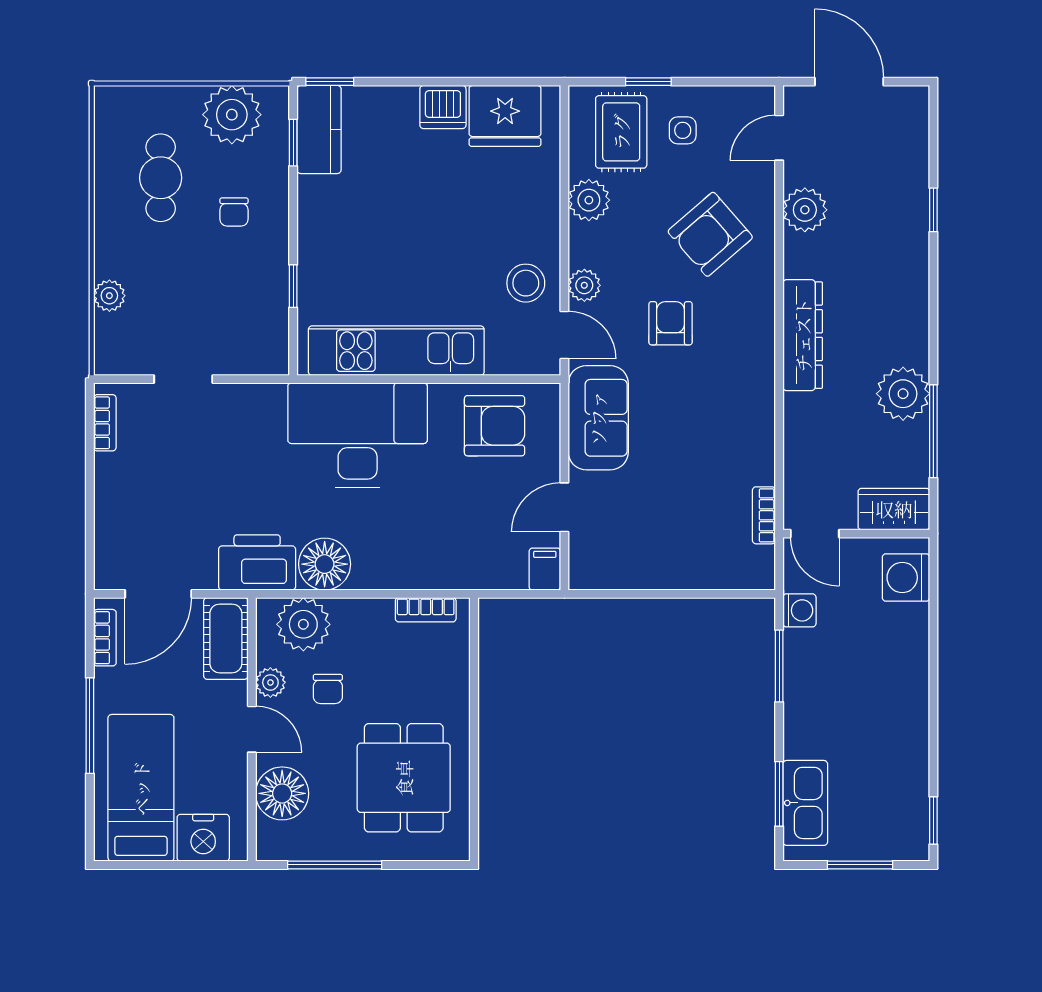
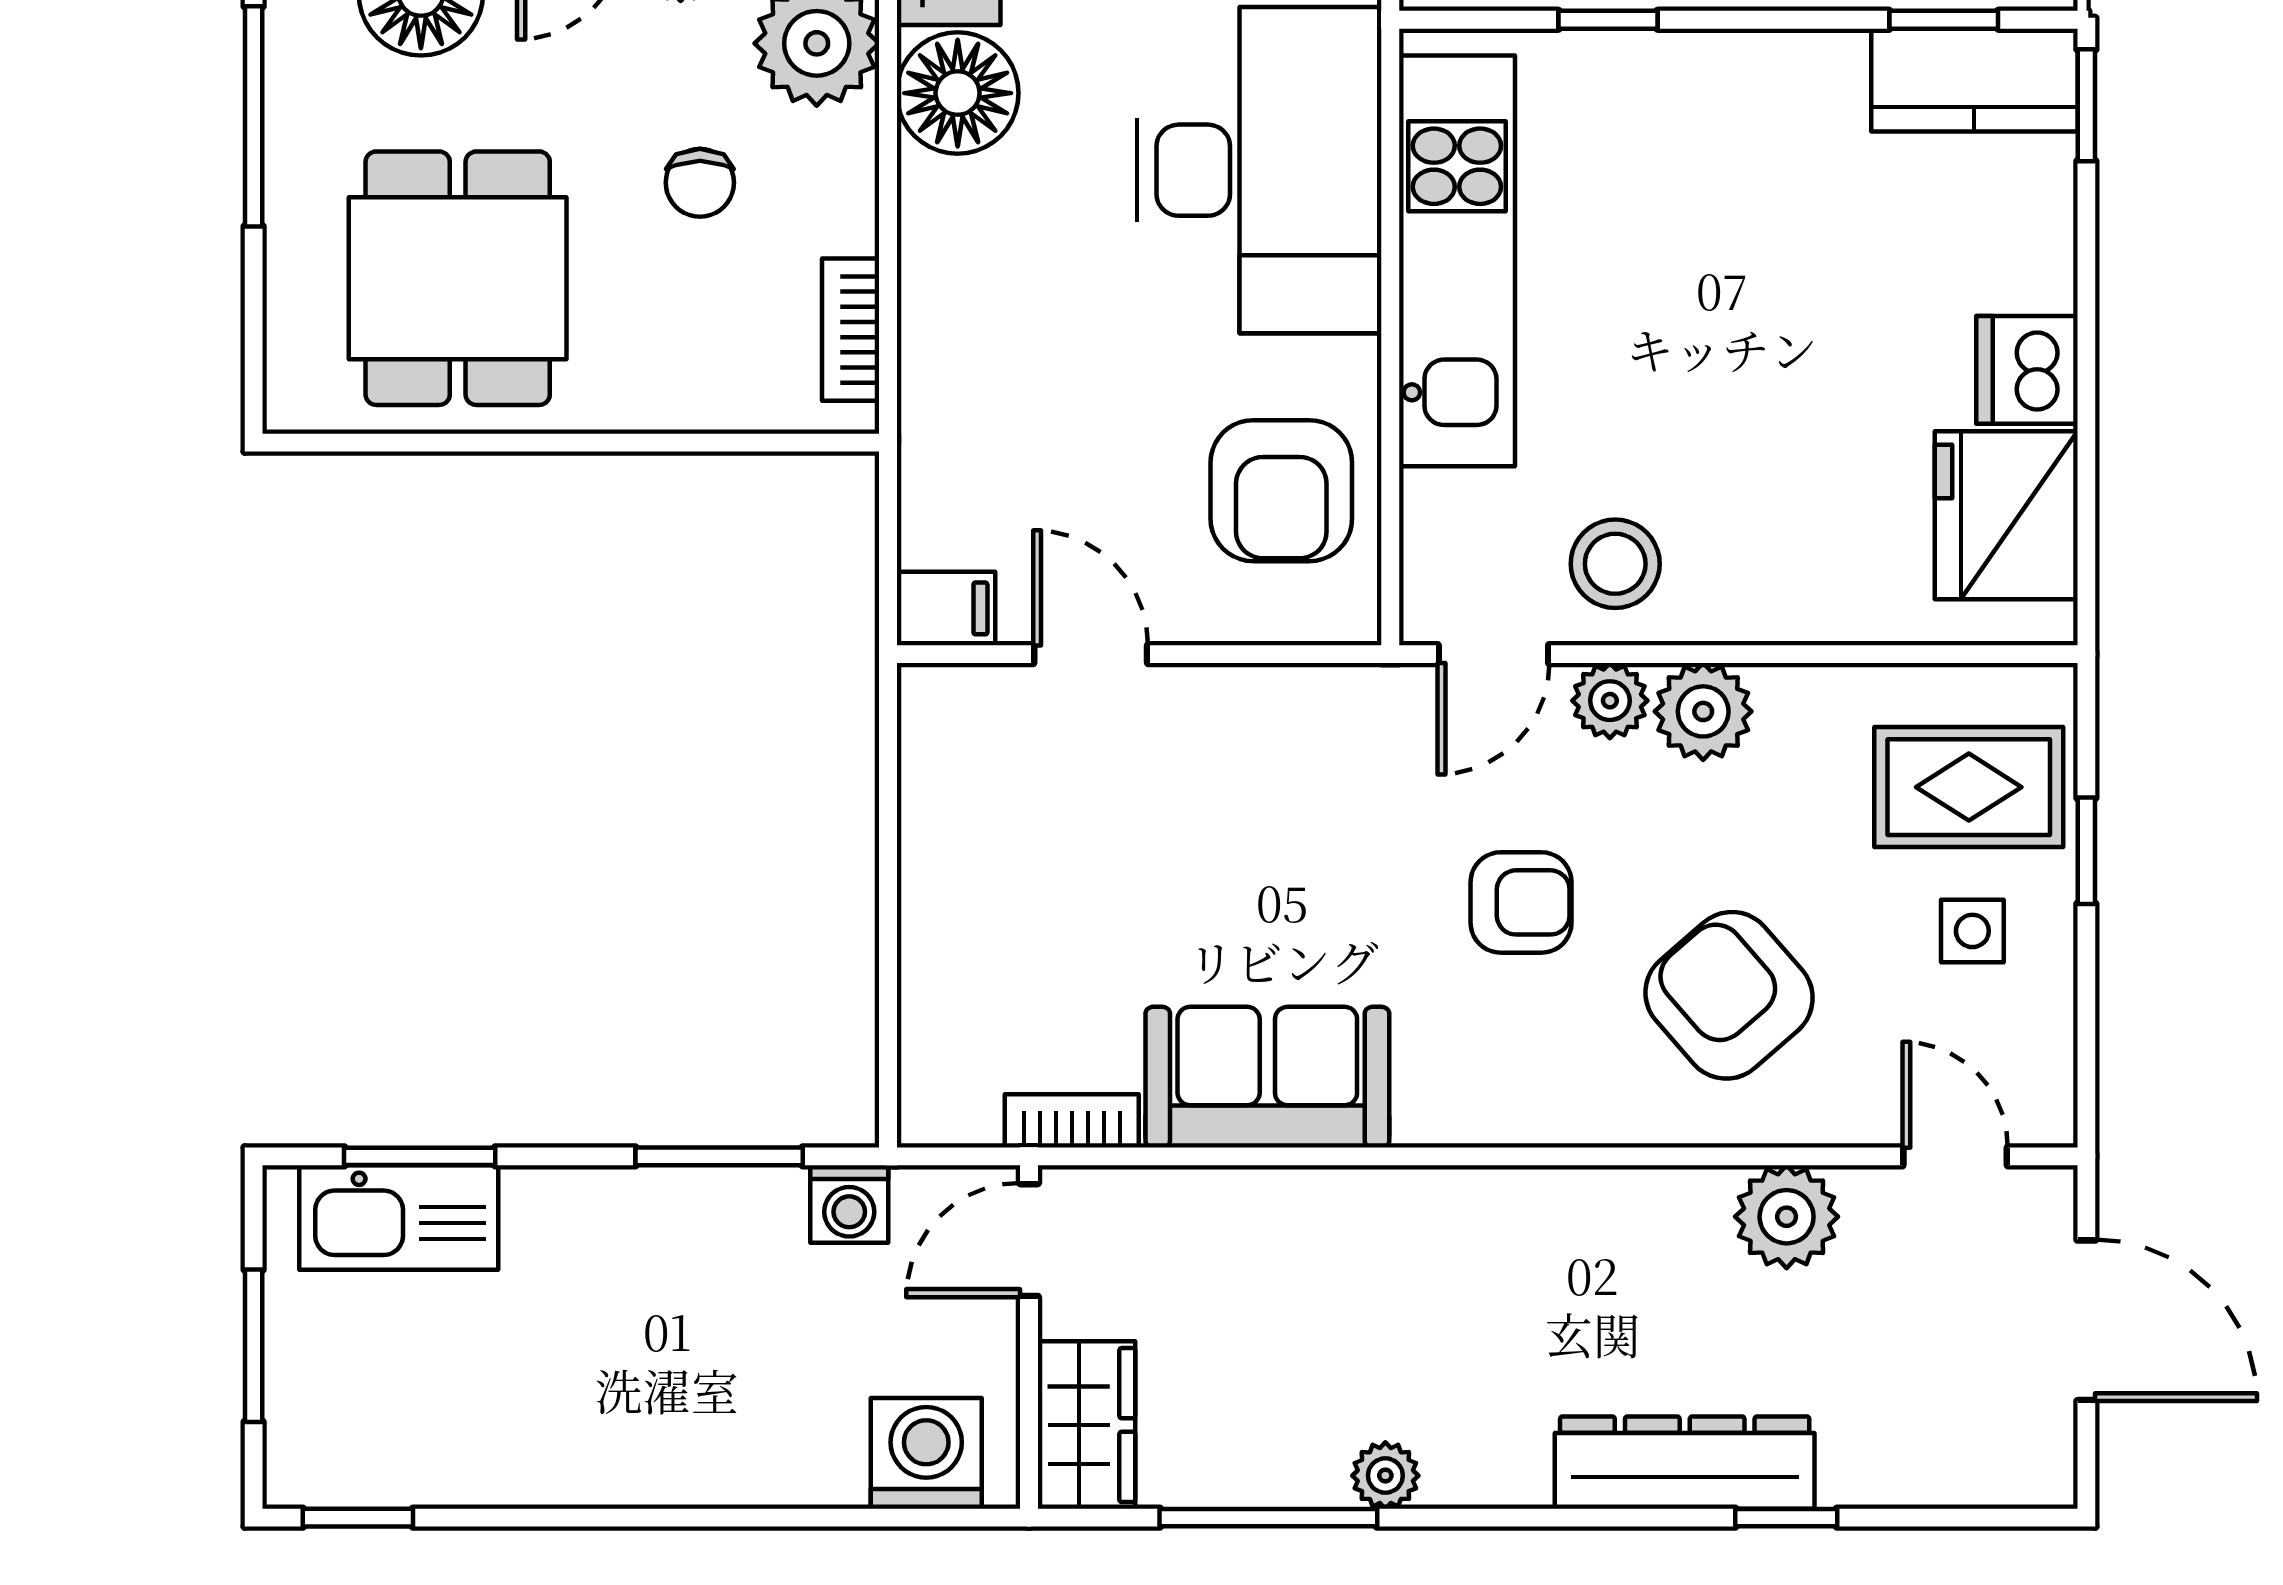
door: (849, 82) -> (2086, 1320), hinge flipped
plant: (589, 200) -> (1703, 711), moved
dresser: (803, 335) -> (1685, 1463), moved, turned 180
plant: (903, 394) -> (1385, 1476), width x0.53, depth x0.53
sofa: (598, 418) -> (1267, 1077), moved, turned 180
chair: (328, 689) -> (700, 183), moved, turned -90
dining table: (404, 778) -> (458, 278), turned 90

